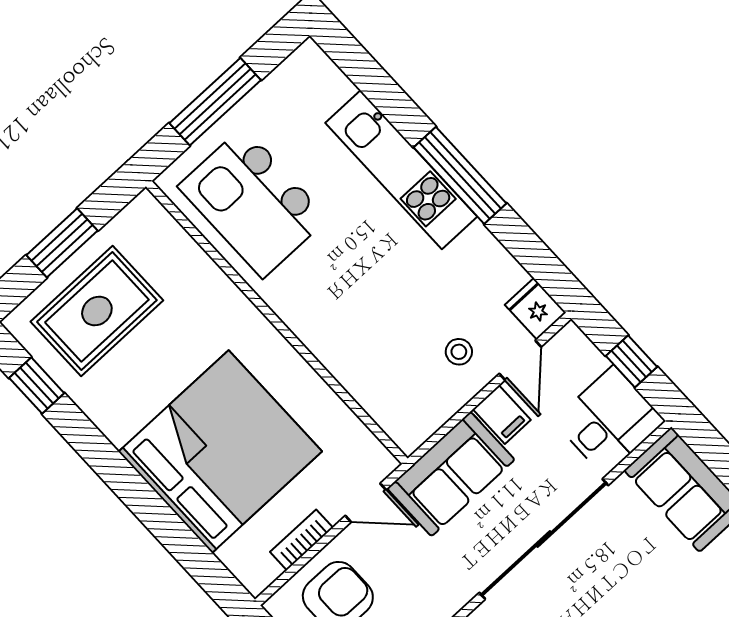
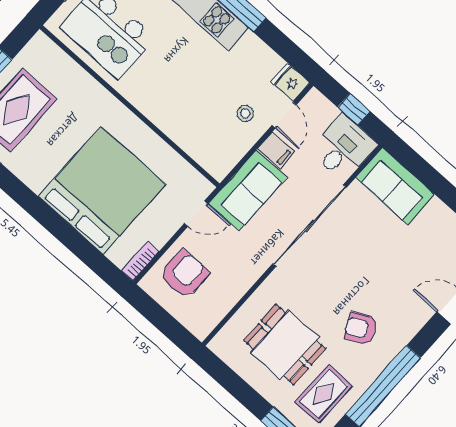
bookcase: (301, 540) -> (140, 261), moved

